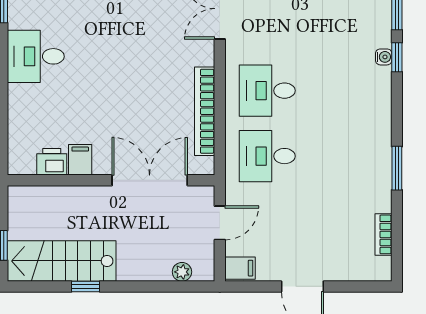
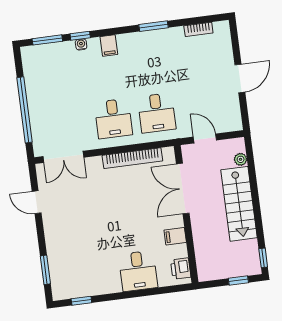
desk: (36, 56) -> (138, 271), moved
printer: (52, 162) -> (181, 269), moved
stairs: (62, 261) -> (239, 204), moved
filing cabinet: (240, 268) -> (109, 46), moved, turned 180
window: (86, 286) -> (263, 258), moved

